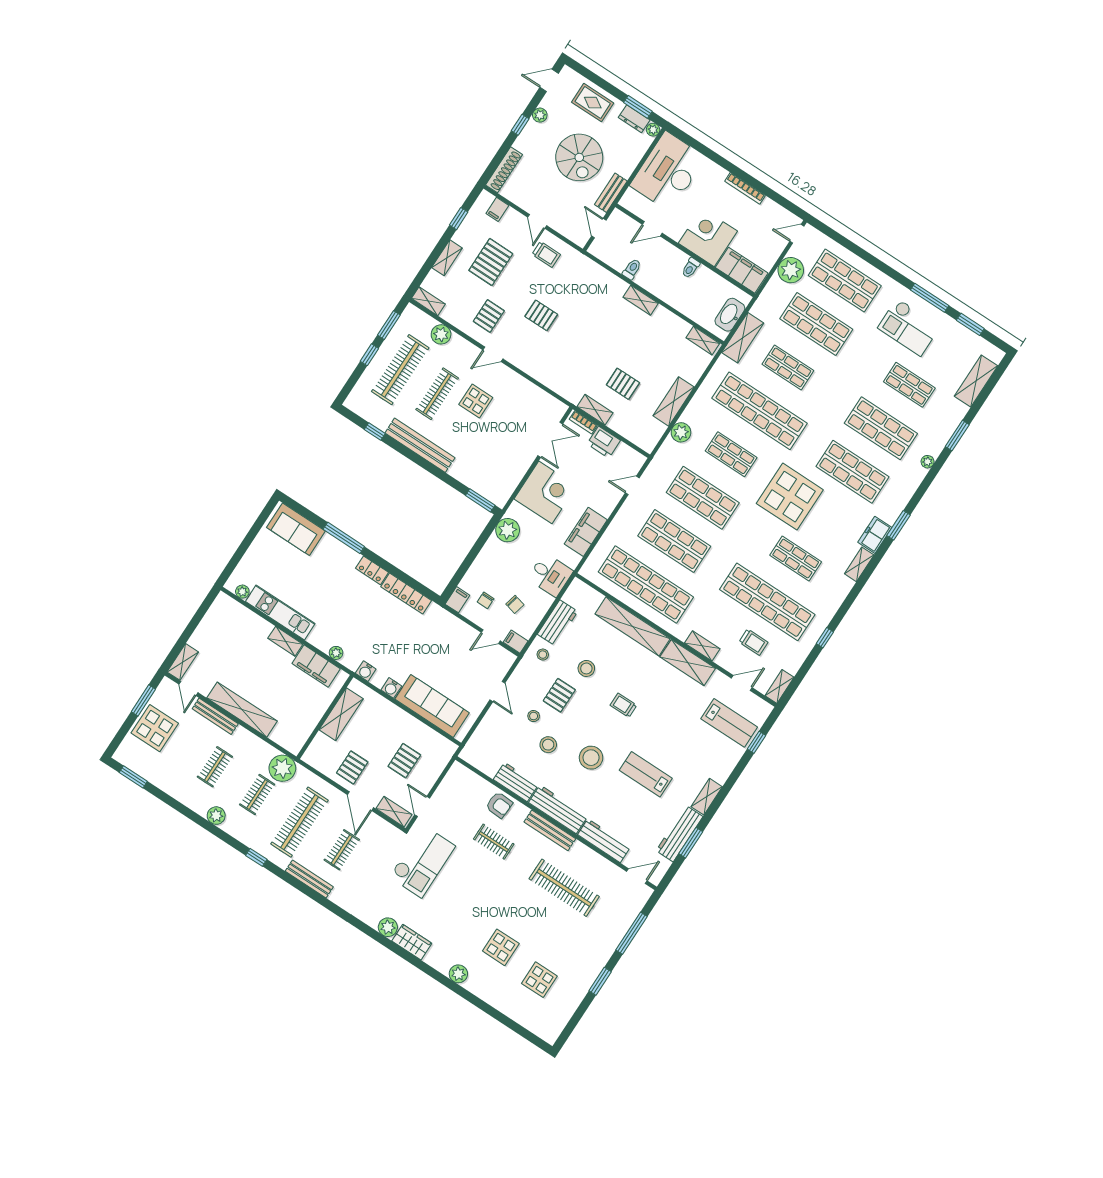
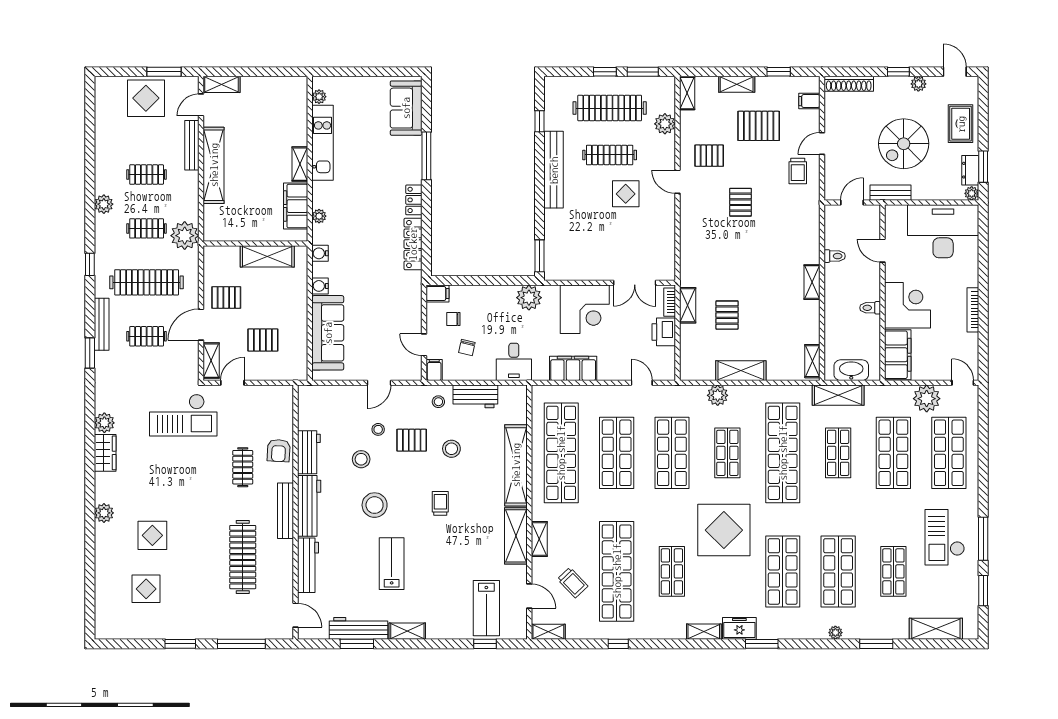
trolley: (753, 642) -> (573, 583), turned -44
window: (133, 777) -> (90, 353), moved

